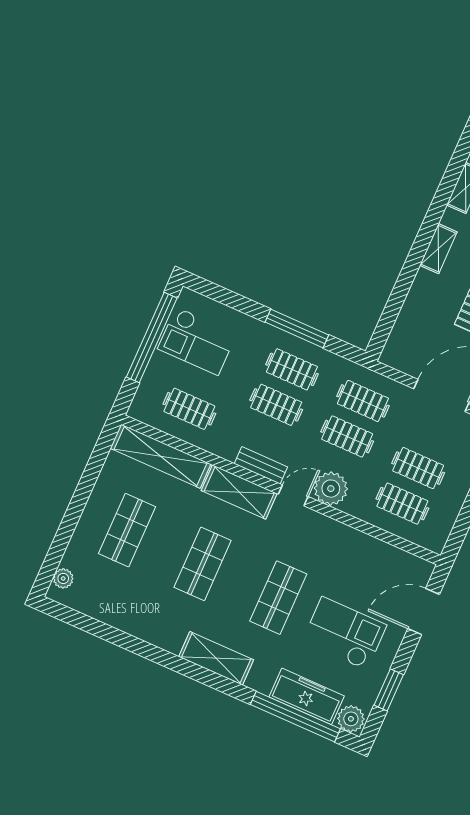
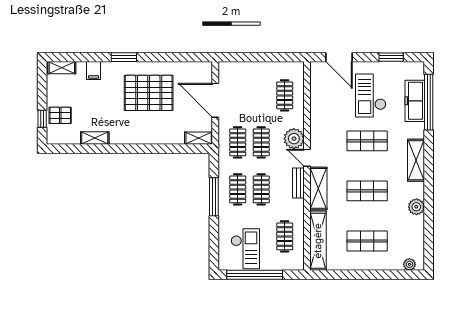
shelving: (438, 249) -> (199, 138), moved
clothes rail: (418, 468) -> (261, 95), removed
plant: (351, 719) -> (416, 207), moved

